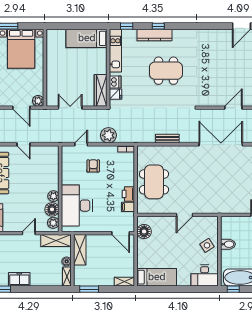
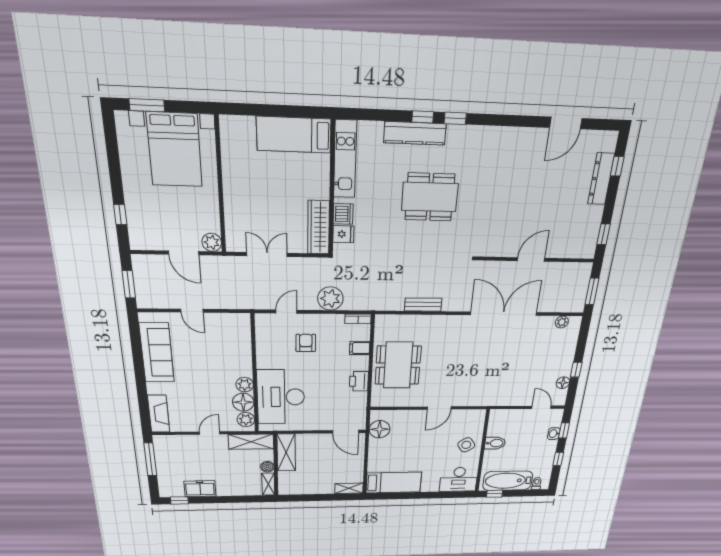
window: (127, 26) -> (455, 118), moved
filing cabinet: (128, 207) -> (360, 348), moved
window: (89, 289) -> (300, 498), removed

